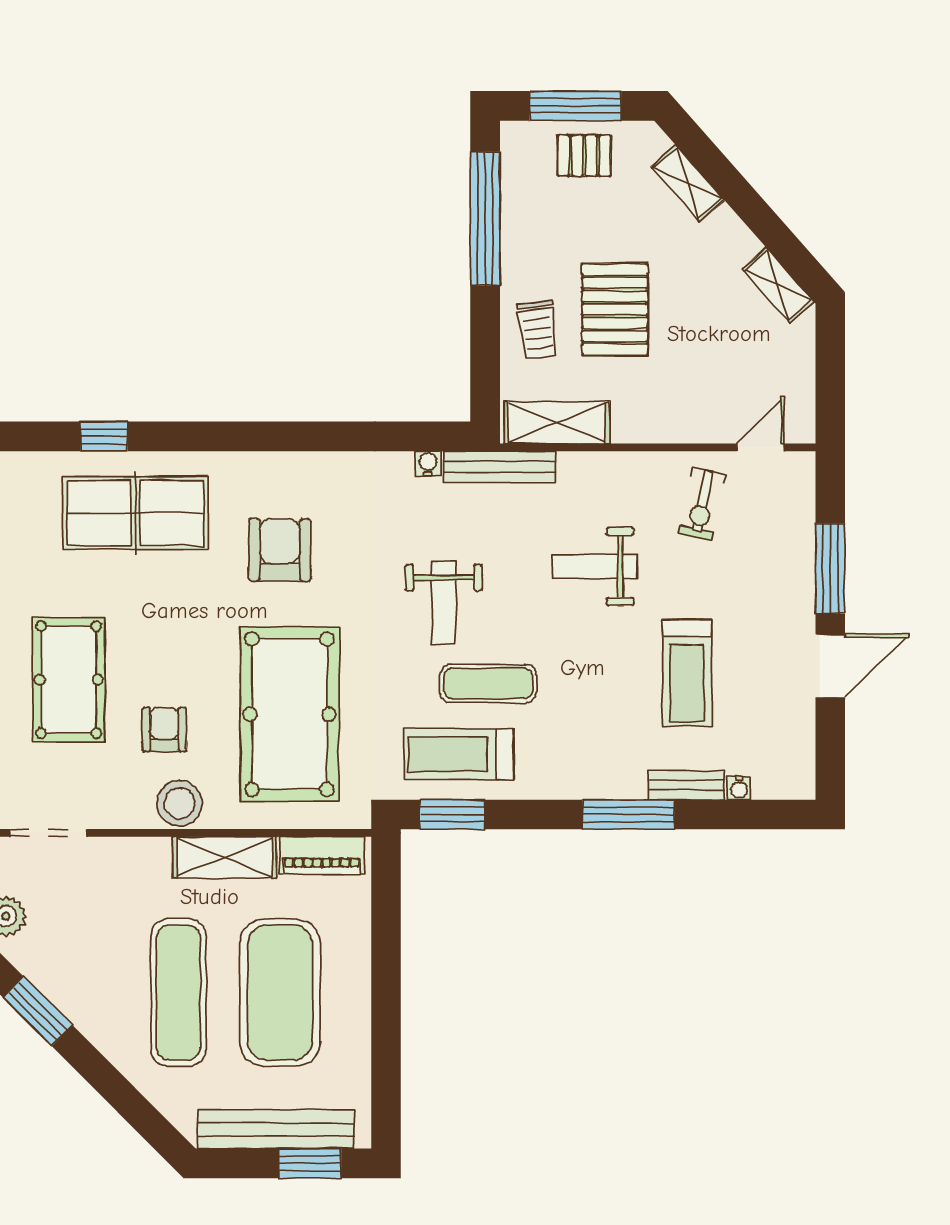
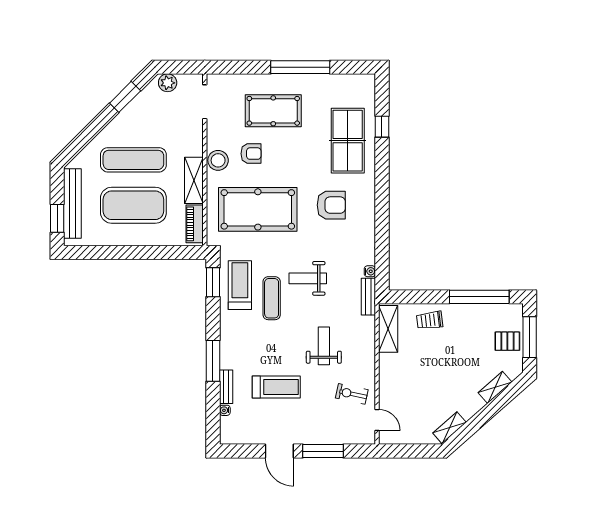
pallet: (584, 156) -> (507, 341), turned 90
pallet: (615, 310) -> (439, 355), removed
bench: (500, 467) -> (368, 297), width x0.73
treadmill: (687, 673) -> (276, 387), turned 180

